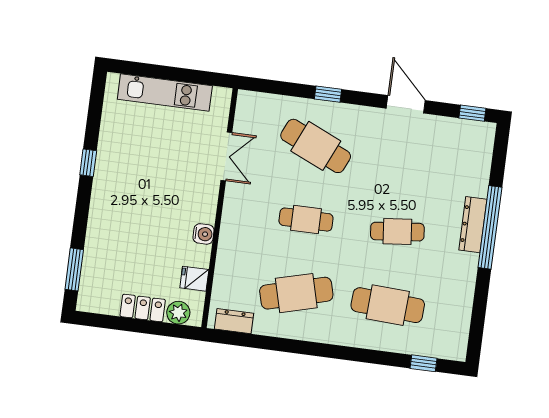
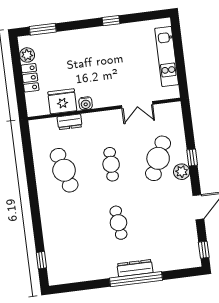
plant: (345, 116) -> (182, 172), added
fridge: (194, 279) -> (62, 101), width x1.88, depth x1.34
cafe table: (388, 305) -> (71, 229), removed
plant: (178, 313) -> (27, 55), moved
dresser: (234, 321) -> (70, 122), moved, turned 90

